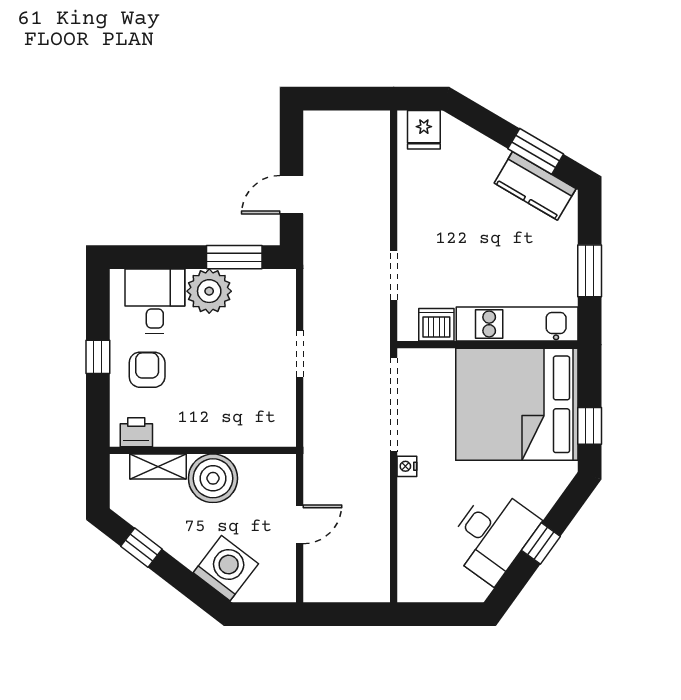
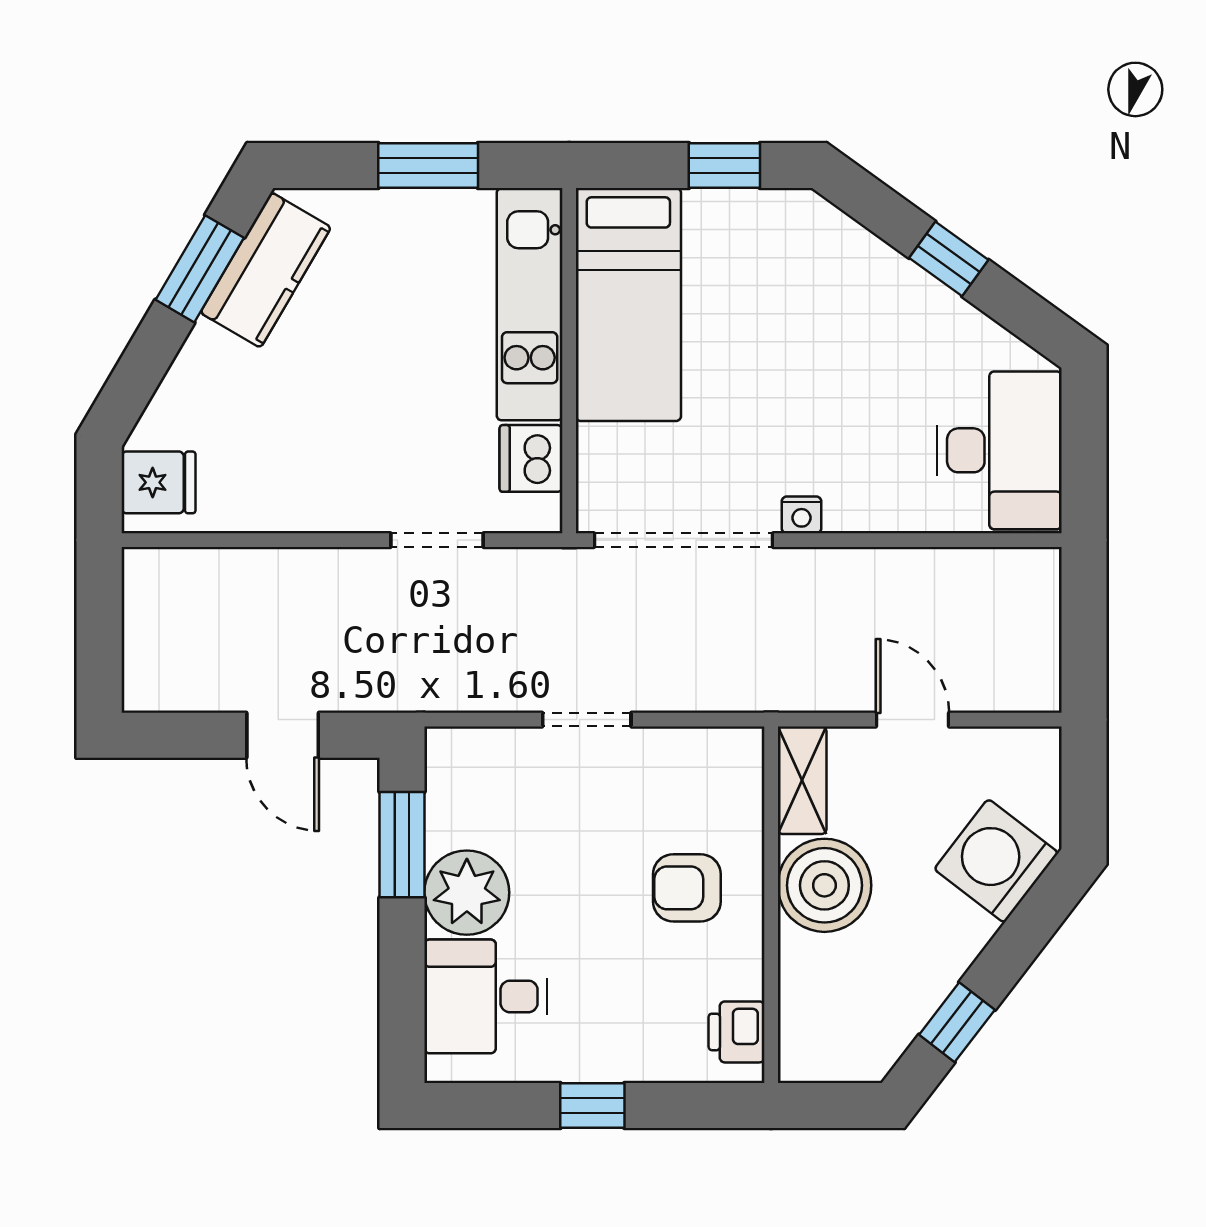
armchair: (147, 370) -> (687, 888), moved
bed: (517, 404) -> (628, 305), width x0.49
shelving: (158, 467) -> (802, 780), moved
desk: (492, 535) -> (999, 450), moved, turned 54

